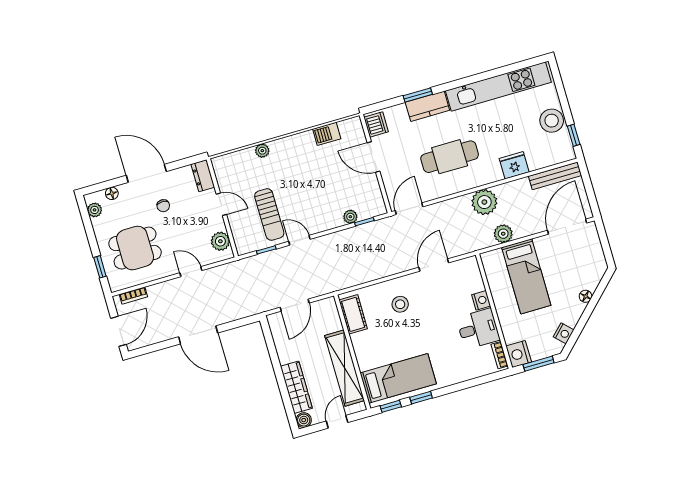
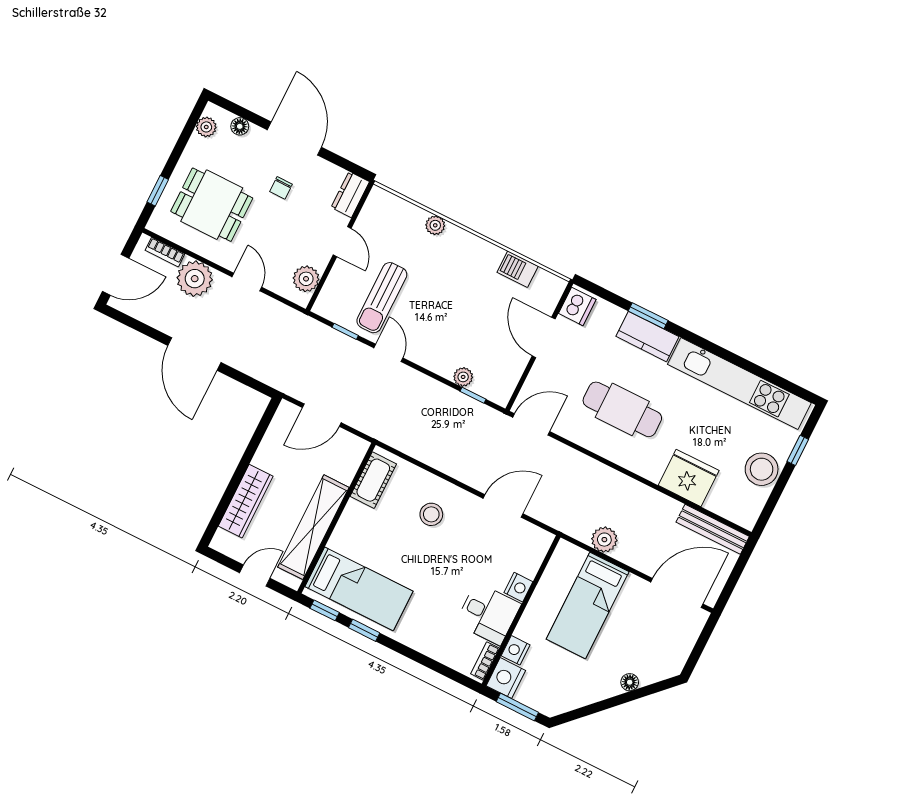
window: (574, 135) -> (798, 450), moved
fridge: (514, 165) -> (689, 478), width x1.36, depth x1.34
plant: (484, 202) -> (195, 279), moved
nightstand: (564, 333) -> (516, 650), moved, turned 135
boiler: (304, 420) -> (222, 542), removed

